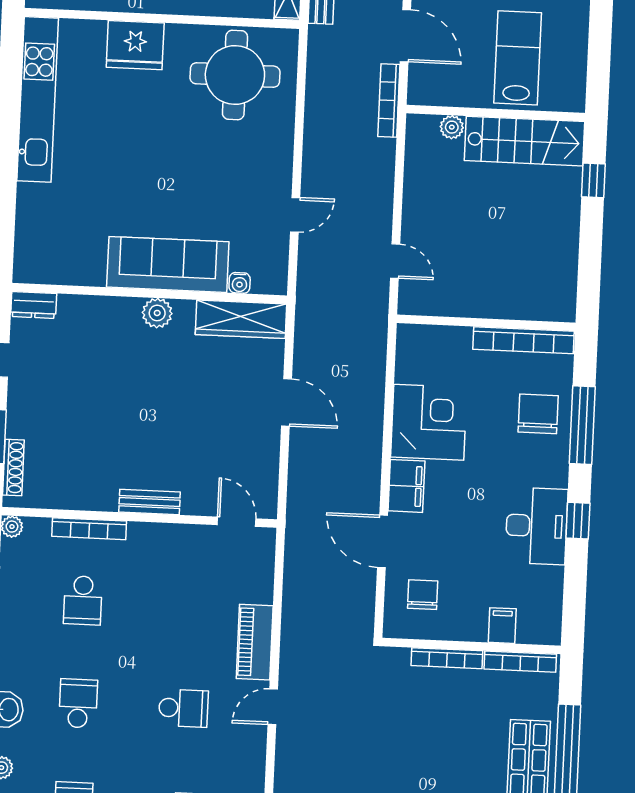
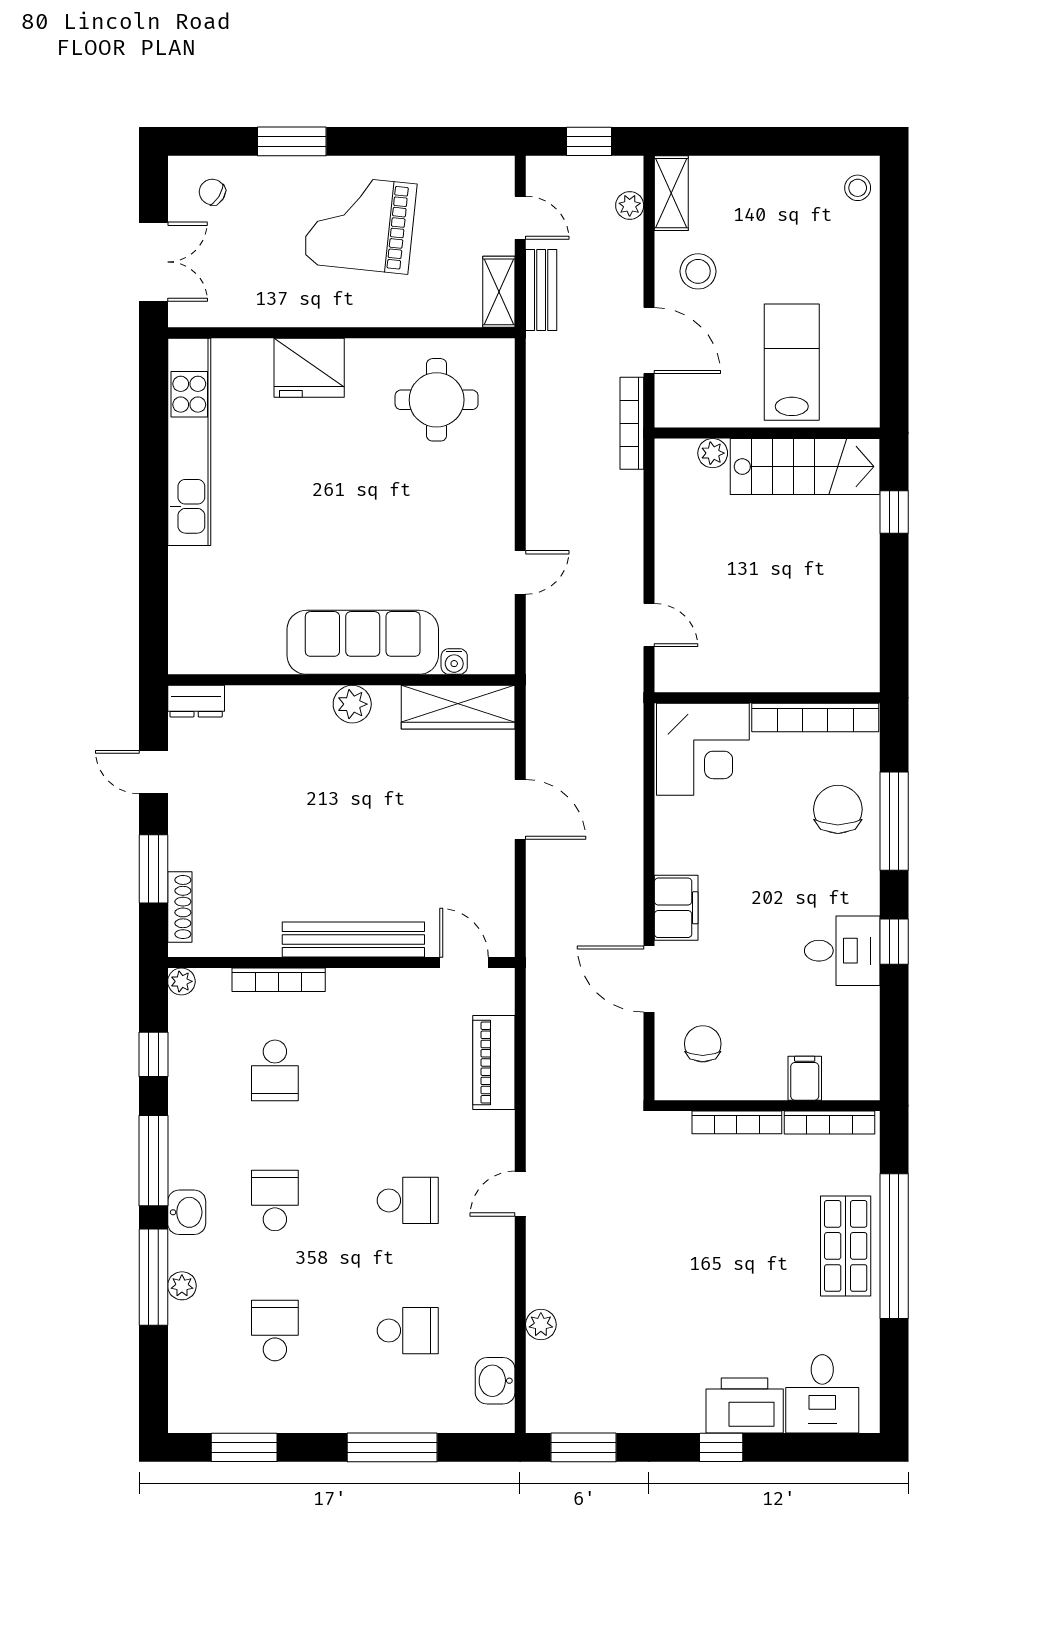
round table: (235, 75) -> (437, 400), width x0.73, depth x0.73
corner desk: (429, 422) -> (703, 749), moved, turned 90
bench: (150, 502) -> (353, 939), width x1.86, depth x1.21
desk: (536, 526) -> (842, 951), width x0.73
piano: (255, 642) -> (494, 1062), moved

